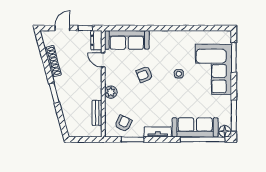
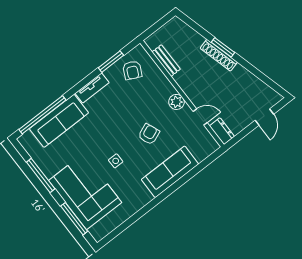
window: (85, 28) -> (242, 135), removed
sofa: (127, 40) -> (170, 172), moved
shoe rack: (53, 61) -> (219, 55), moved
plant: (111, 92) -> (176, 102), moved
window: (234, 116) -> (41, 176), moved
floor lamp: (225, 131) -> (27, 140), removed

